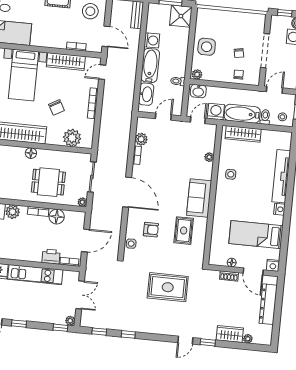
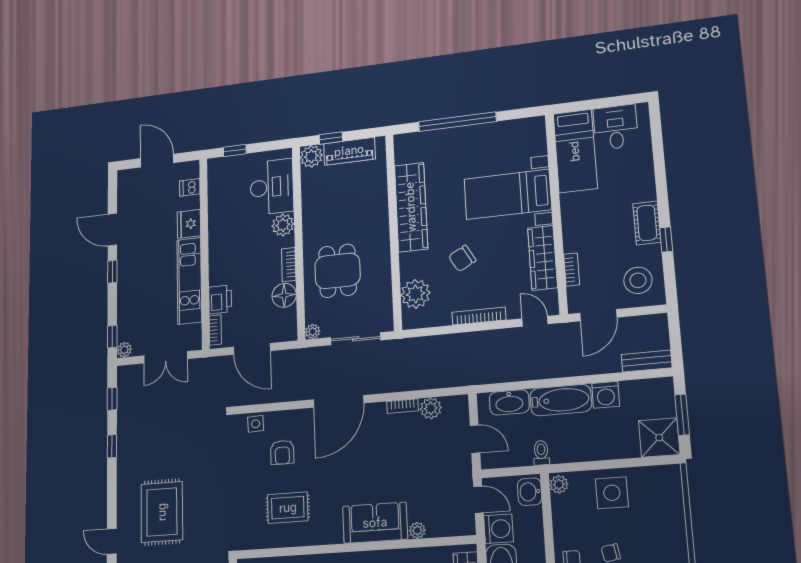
floor lamp: (31, 153) -> (381, 234), removed
sofa: (199, 198) -> (375, 523), moved
rug: (168, 287) -> (162, 512), moved

